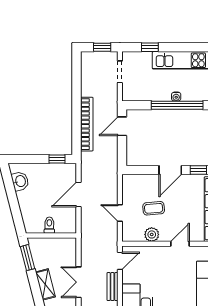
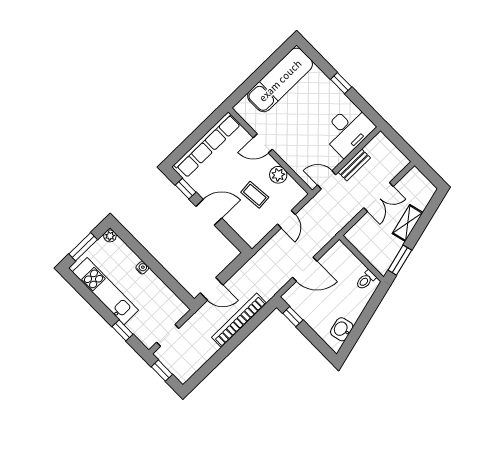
window: (177, 105) -> (149, 260), removed
toilet: (49, 225) -> (366, 280), moved

